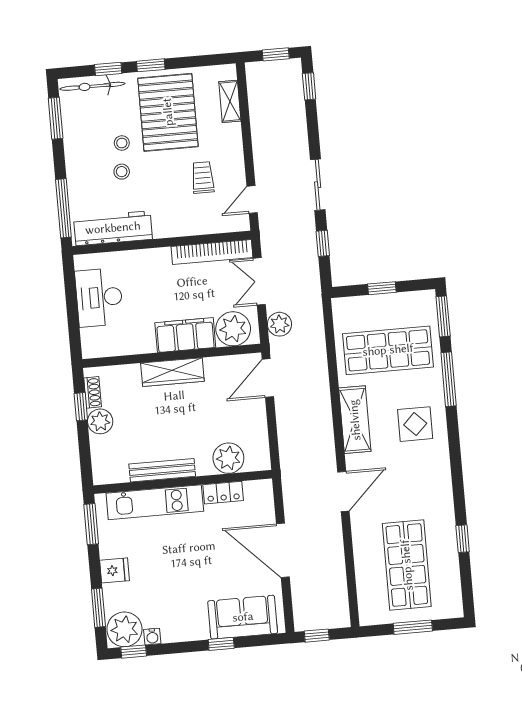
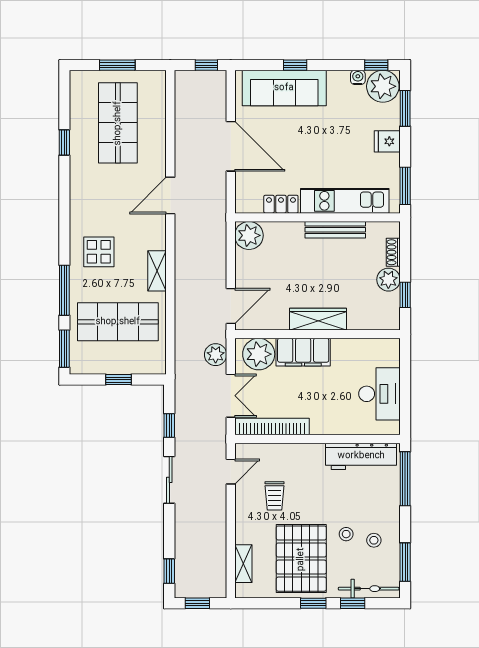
stool: (122, 172) -> (374, 540), moved
shoe rack: (93, 392) -> (393, 252), moved
shelving: (355, 420) -> (157, 271), width x0.67, depth x0.75
plant: (228, 458) -> (249, 235), moved
sofa: (243, 617) -> (284, 88), width x1.36

